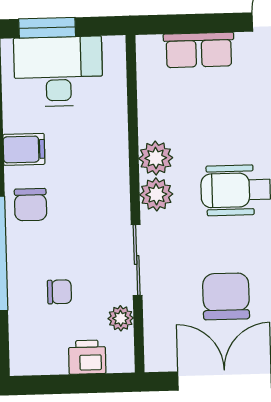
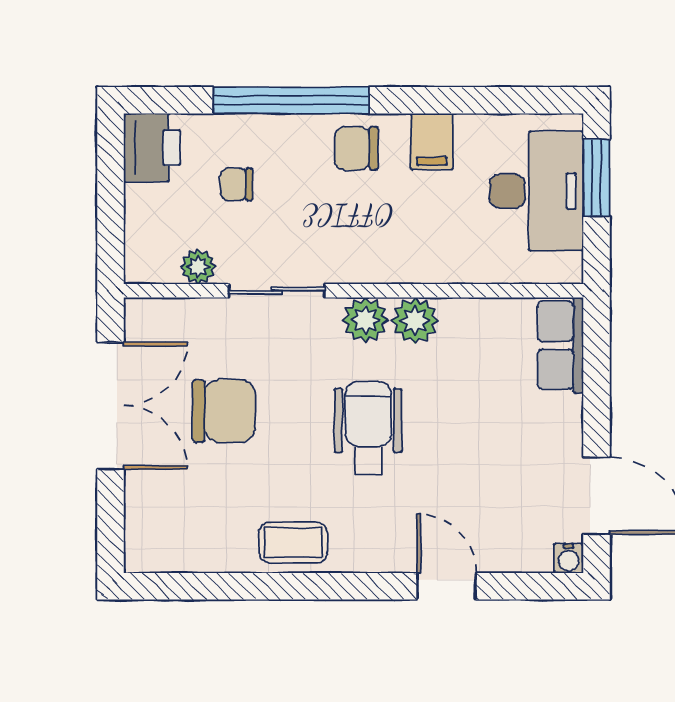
row of seats: (199, 50) -> (560, 345), moved
chair: (59, 292) -> (236, 184), turned 90
printer: (87, 357) -> (152, 148), moved, width x1.36, depth x1.24

